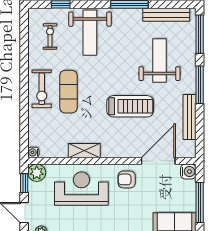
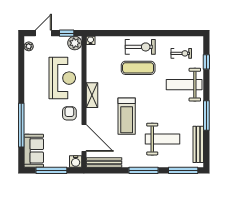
exercise bike: (42, 89) -> (140, 47), turned 180
bench: (190, 117) -> (104, 162), moved
shelving: (84, 151) -> (92, 95), moved

